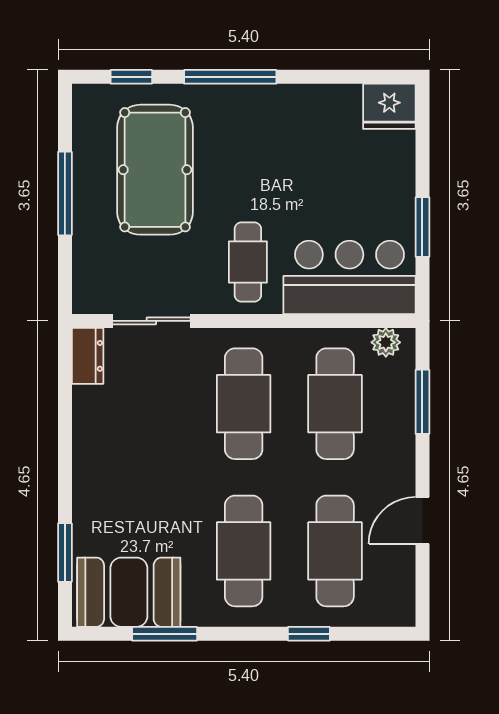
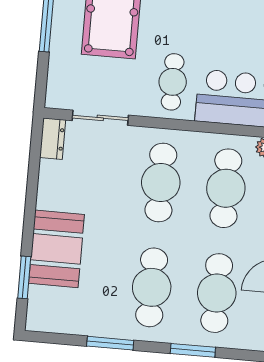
booth: (129, 592) -> (57, 249), moved, turned 90
window: (165, 634) -> (110, 343), moved
window: (309, 634) -> (193, 350), width x1.50

